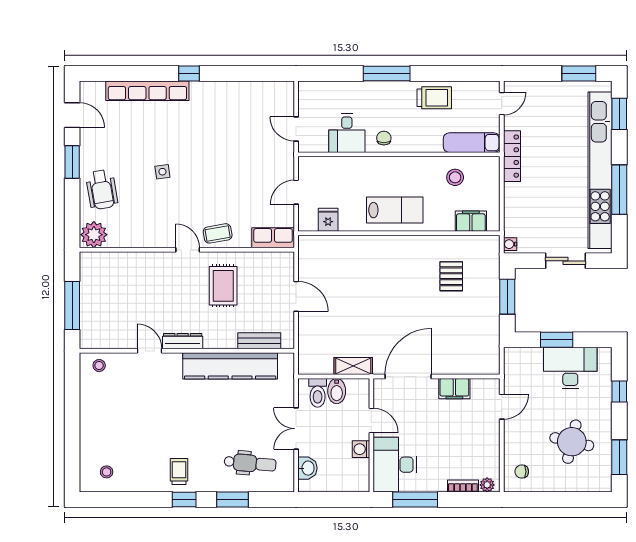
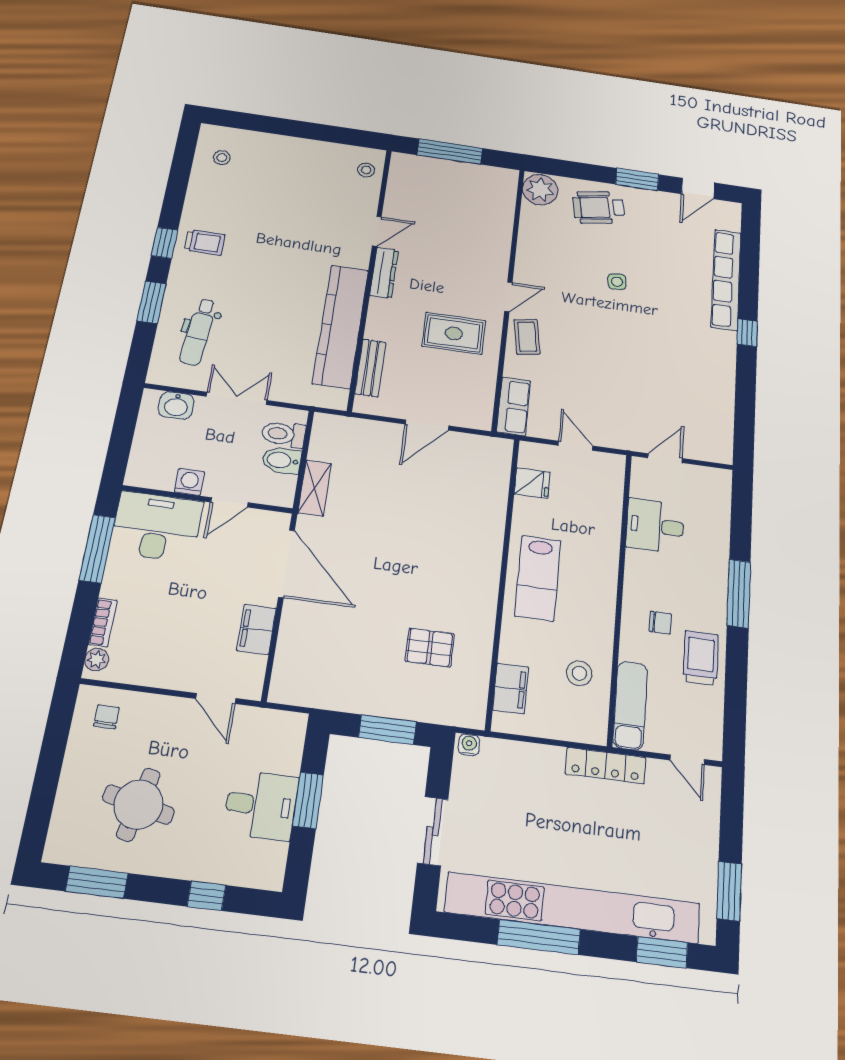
trolley: (434, 98) -> (701, 658), turned 180
chair: (384, 138) -> (660, 623), moved
desk: (570, 368) -> (261, 805), width x0.73

